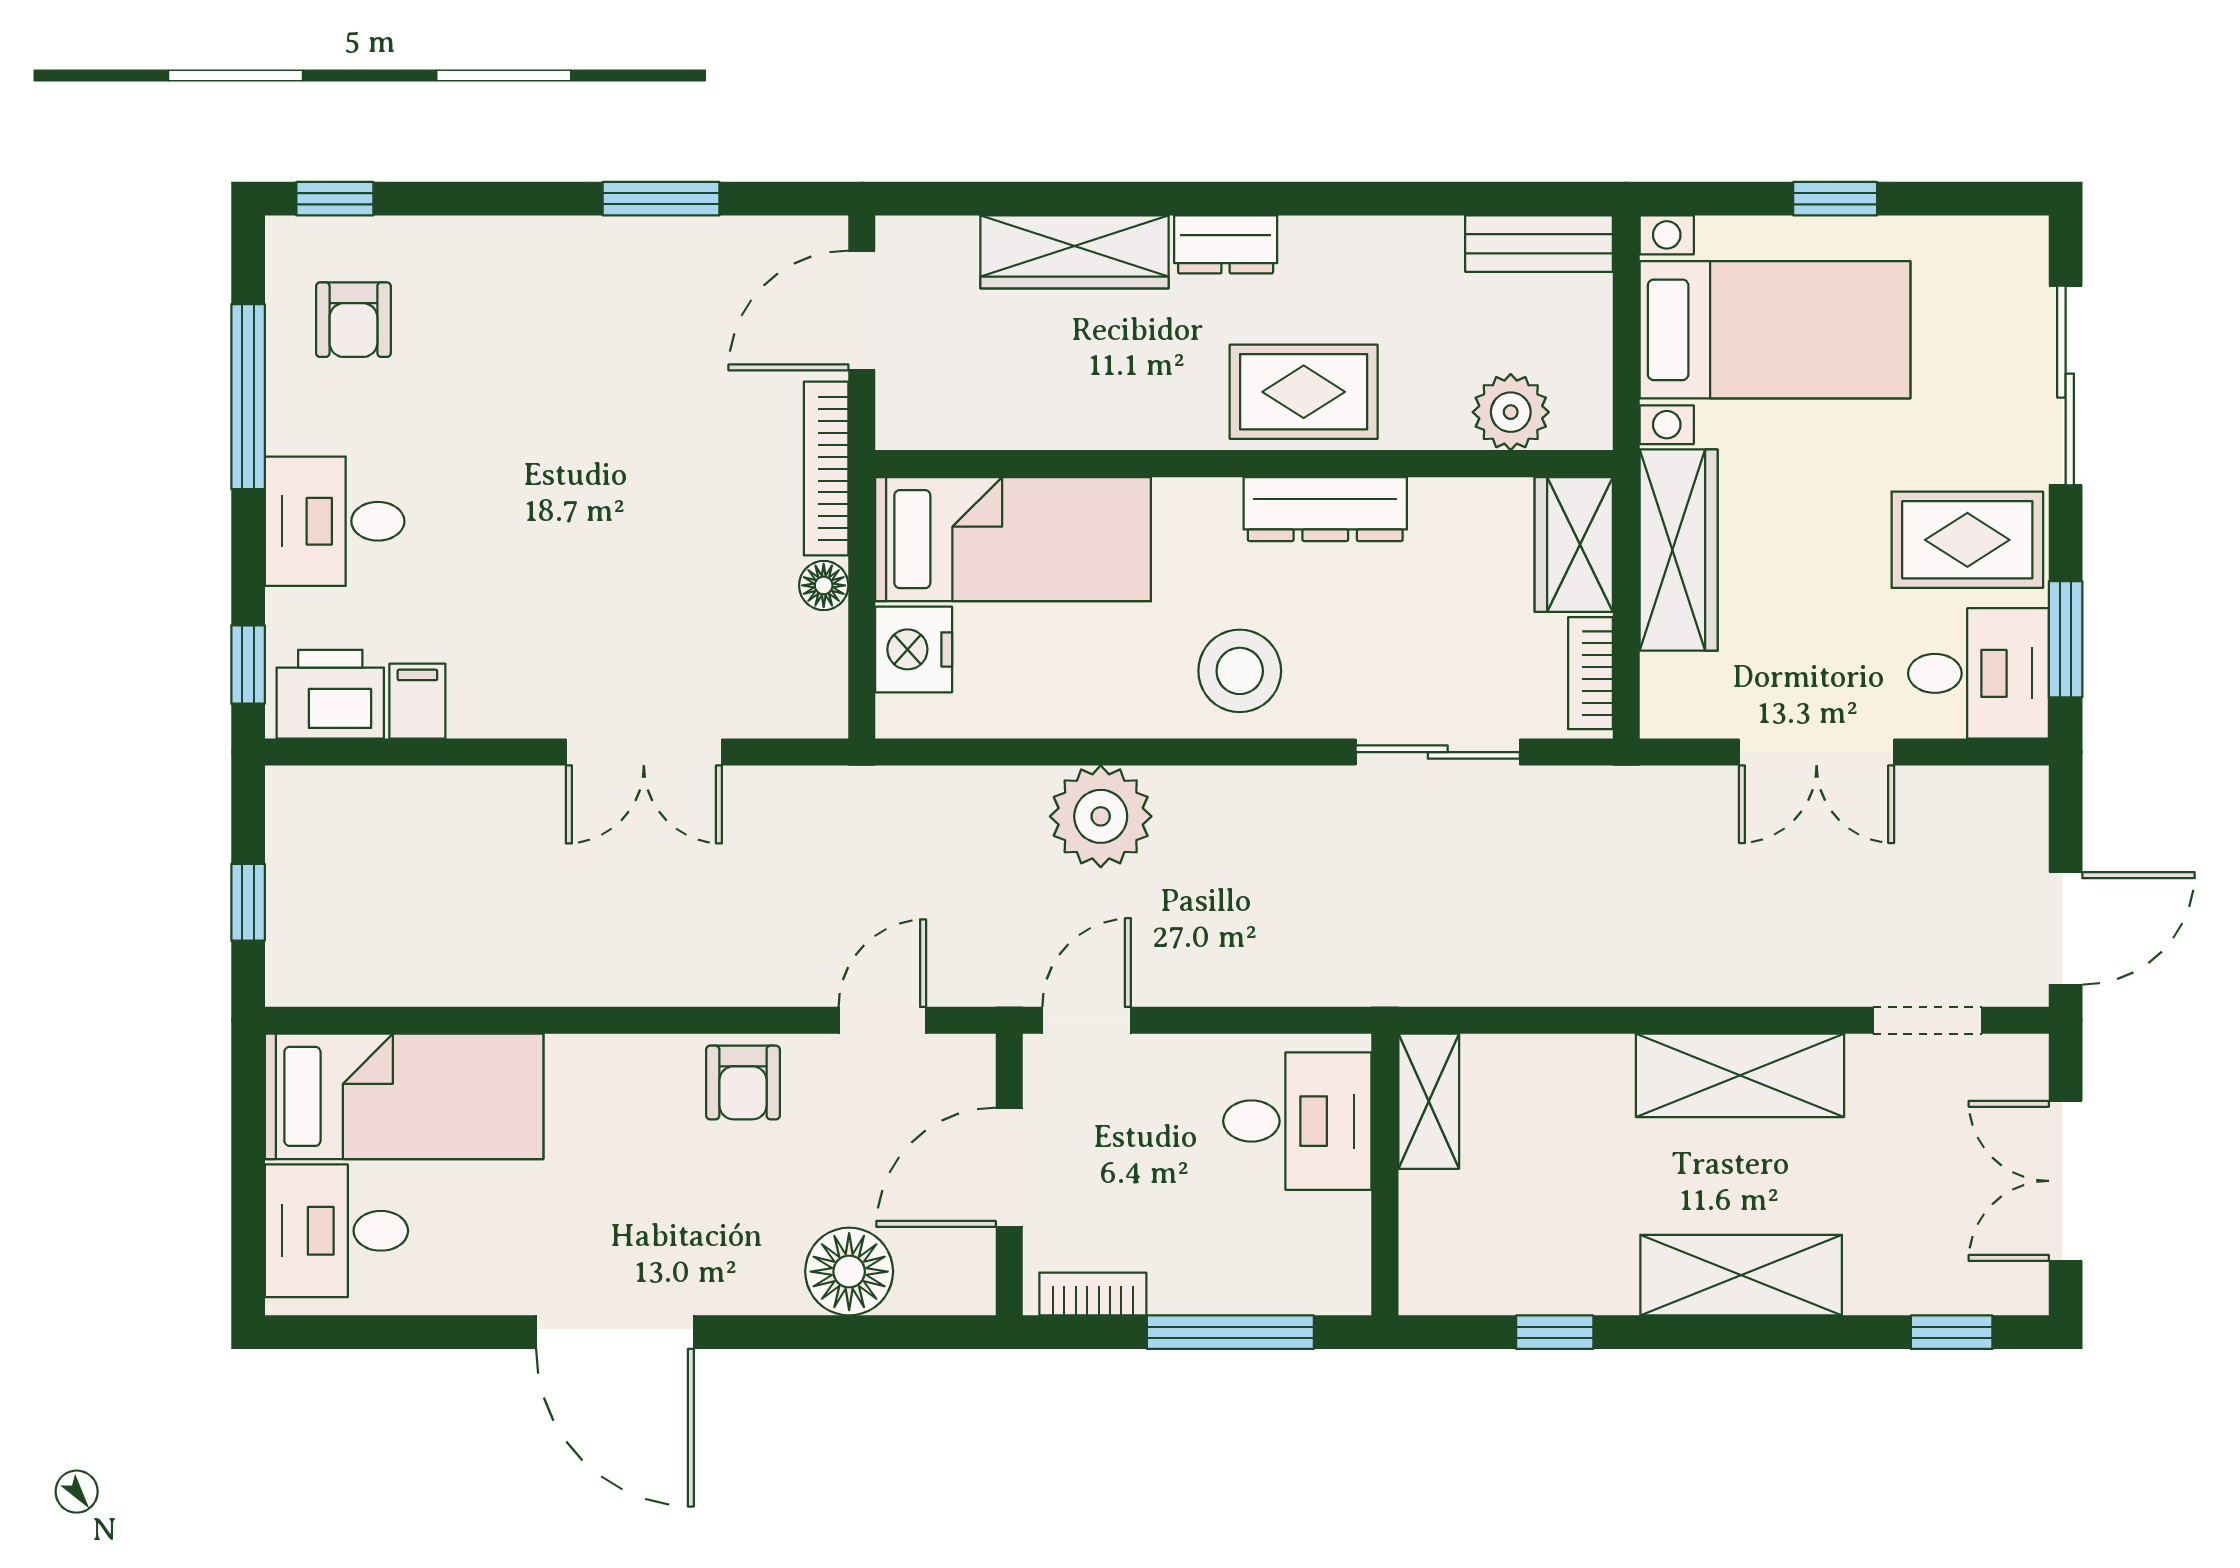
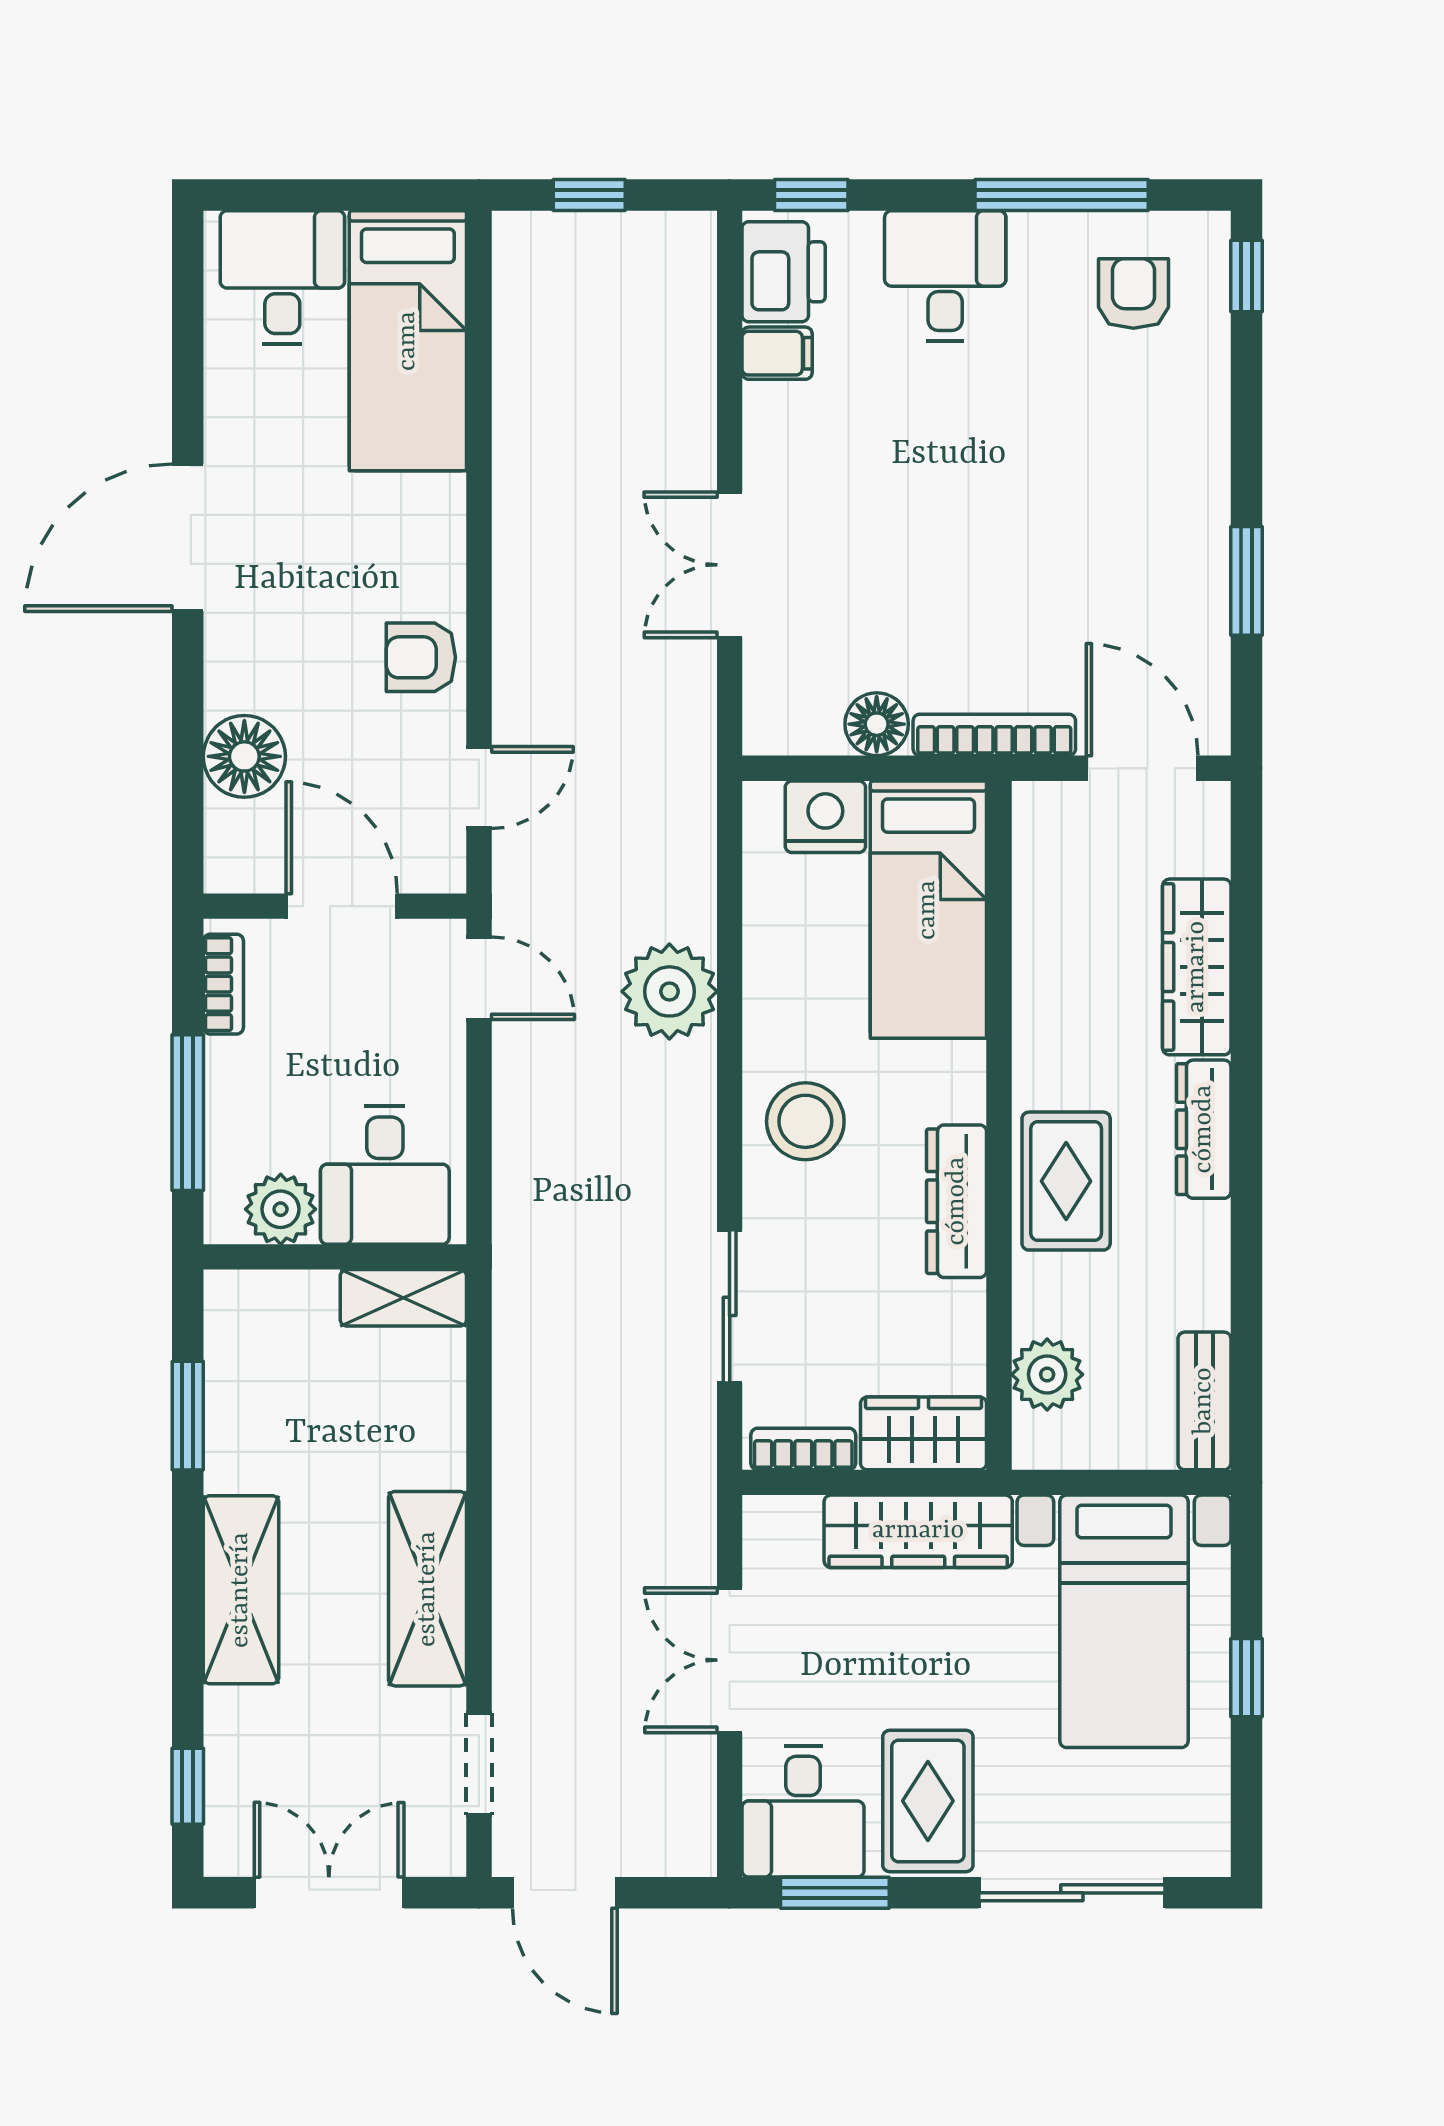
dresser: (1226, 244) -> (1204, 1129), width x1.44
armchair: (353, 320) -> (1133, 293), turned 90
floor lamp: (824, 585) -> (877, 724), width x1.37, depth x1.37
door: (882, 1020) -> (479, 787), hinge flipped
plant: (1334, 1233) -> (281, 1209), added
window: (1555, 1332) -> (188, 1416), width x1.50

